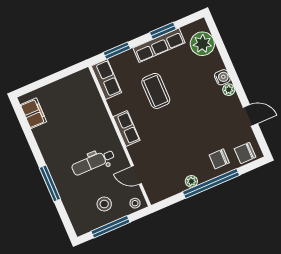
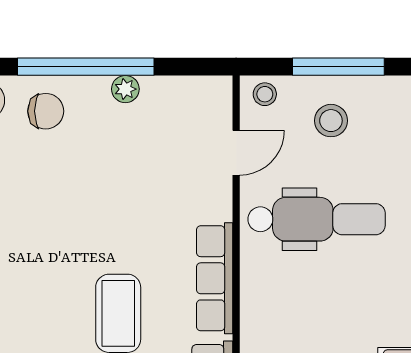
row of seats: (127, 129) -> (215, 278), width x1.48
dental chair: (93, 162) -> (317, 219), width x1.36, depth x1.38
door: (136, 175) -> (236, 153), hinge flipped

